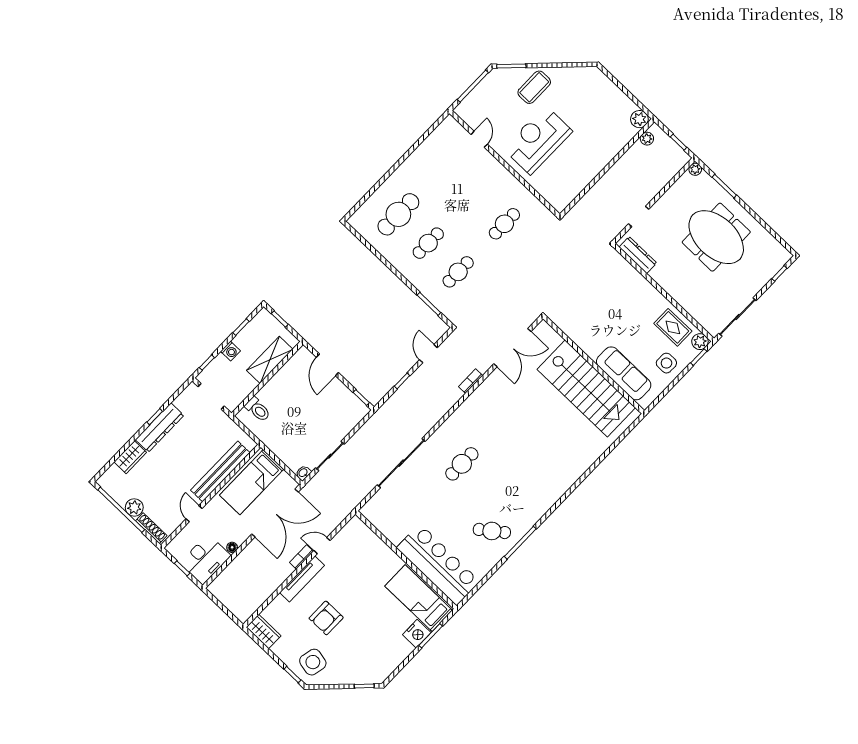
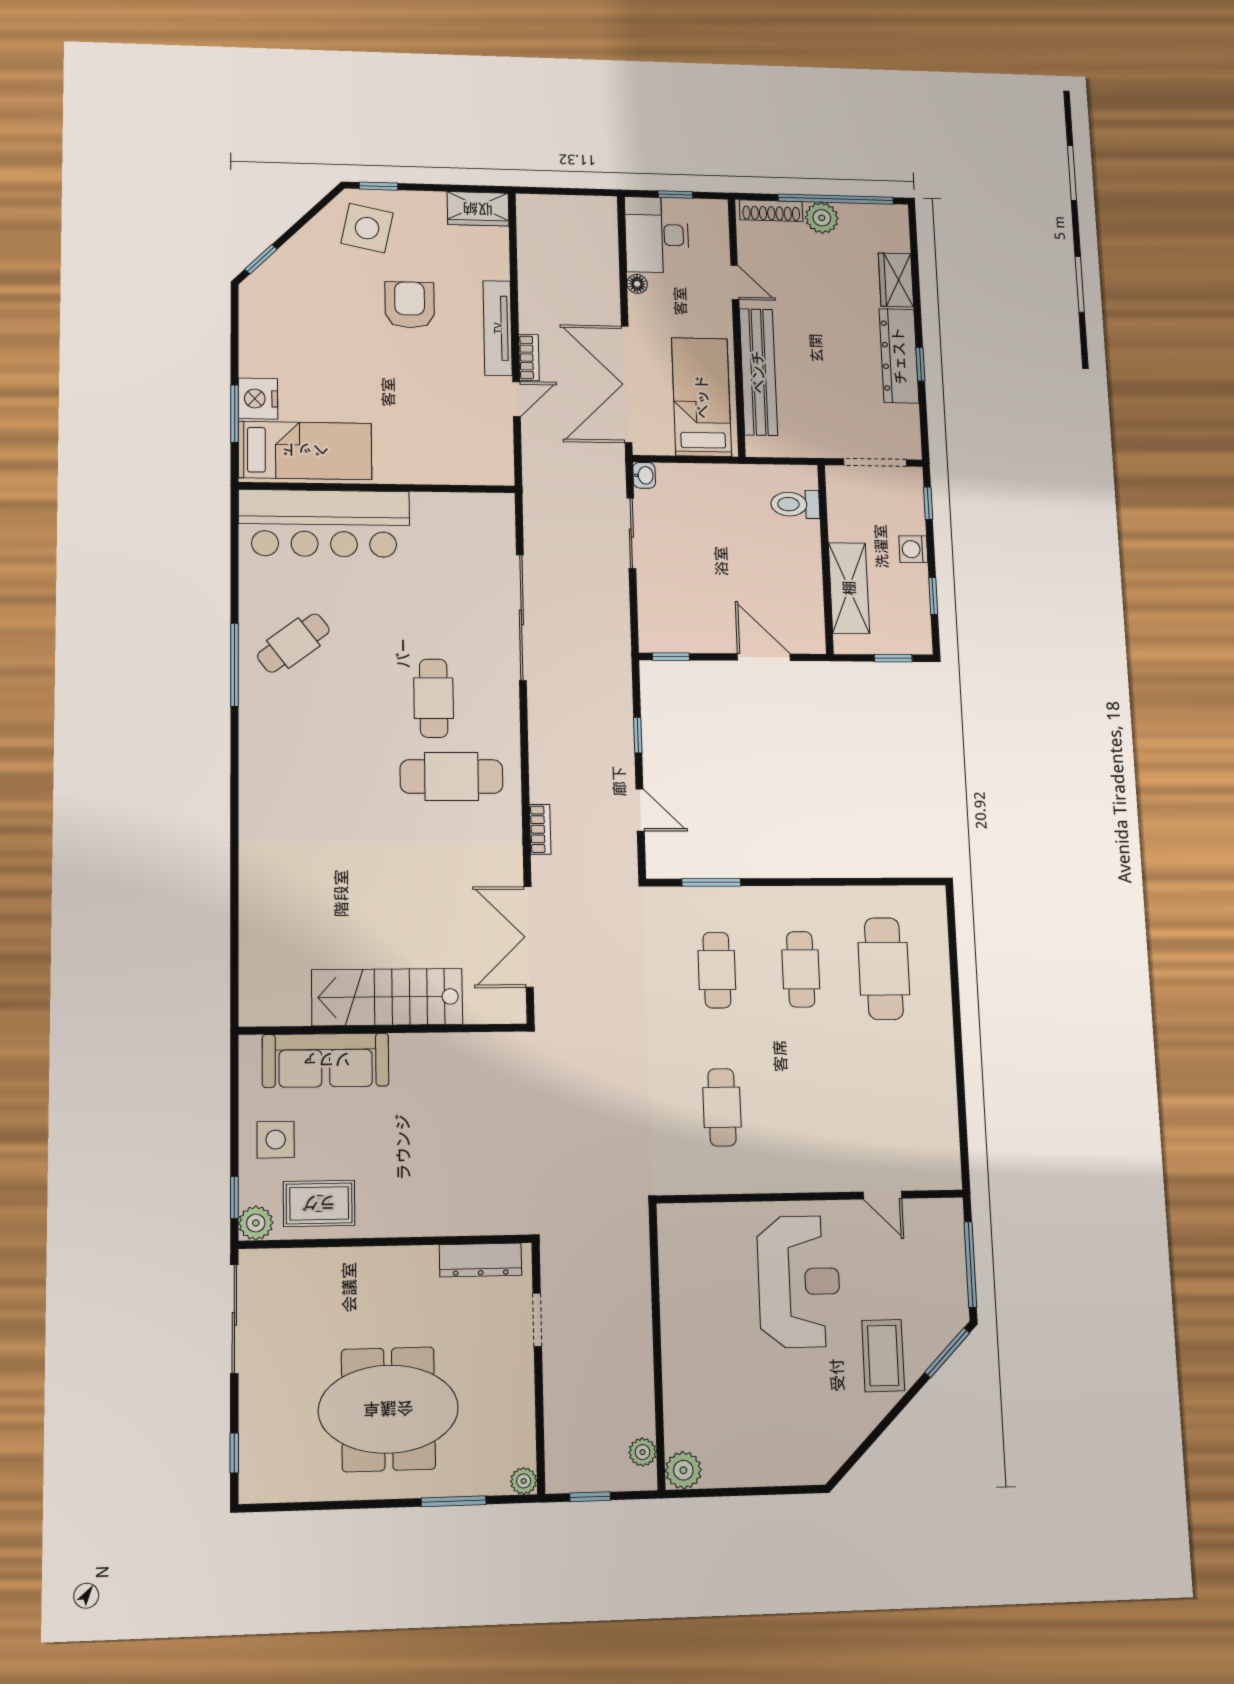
stairs: (586, 388) -> (387, 997), width x0.73, depth x0.66
cafe table: (483, 430) -> (451, 777), added

